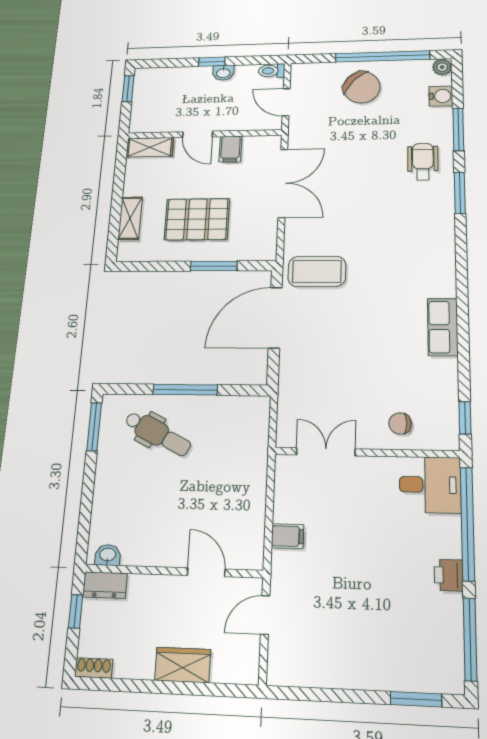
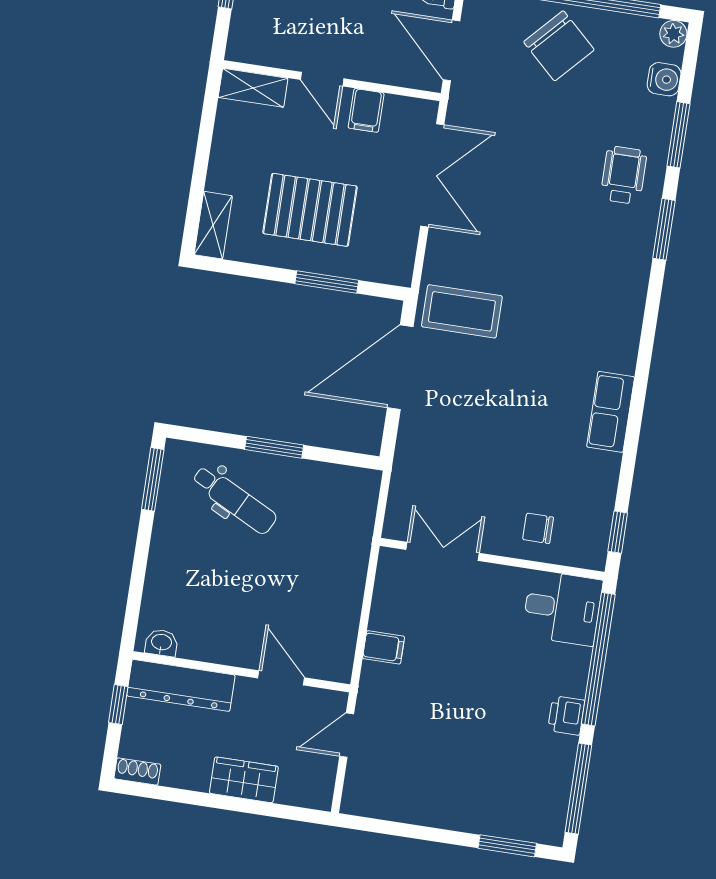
door: (286, 102) -> (451, 50), width x1.38
shelving: (130, 218) -> (213, 225), moved
window: (185, 390) -> (274, 447), width x0.69
dresser: (105, 585) -> (181, 685), width x1.96, depth x1.24

